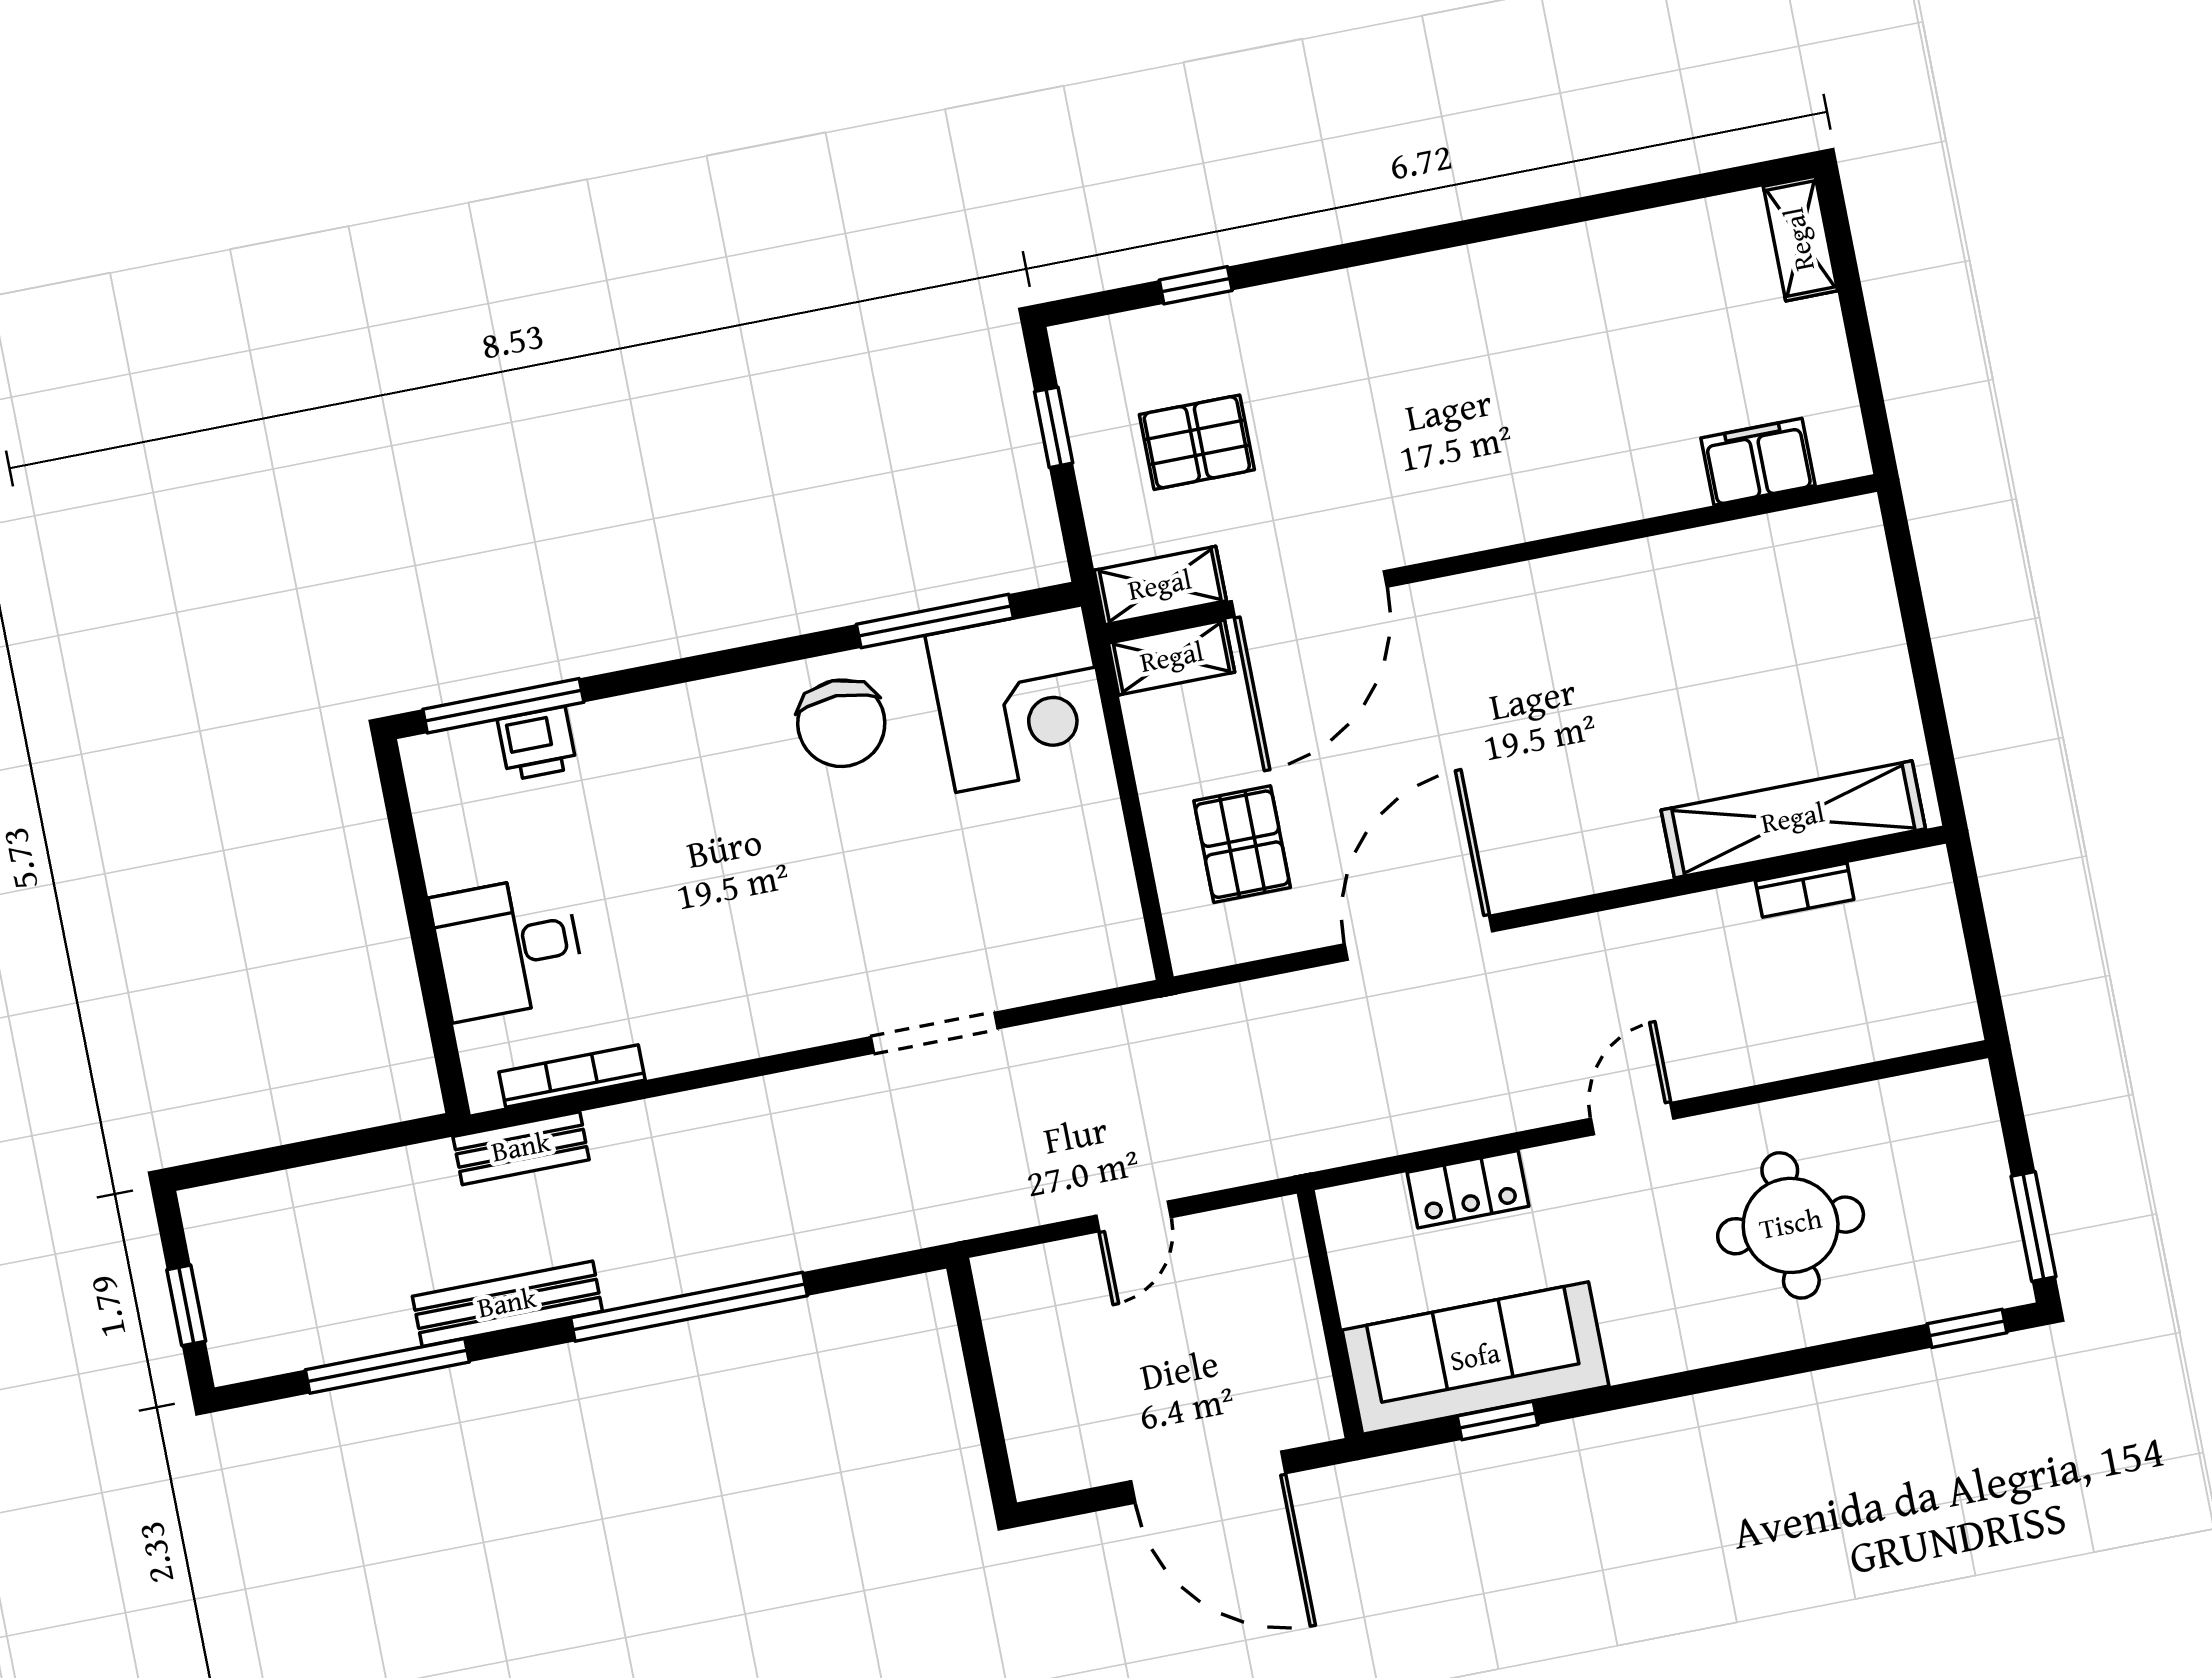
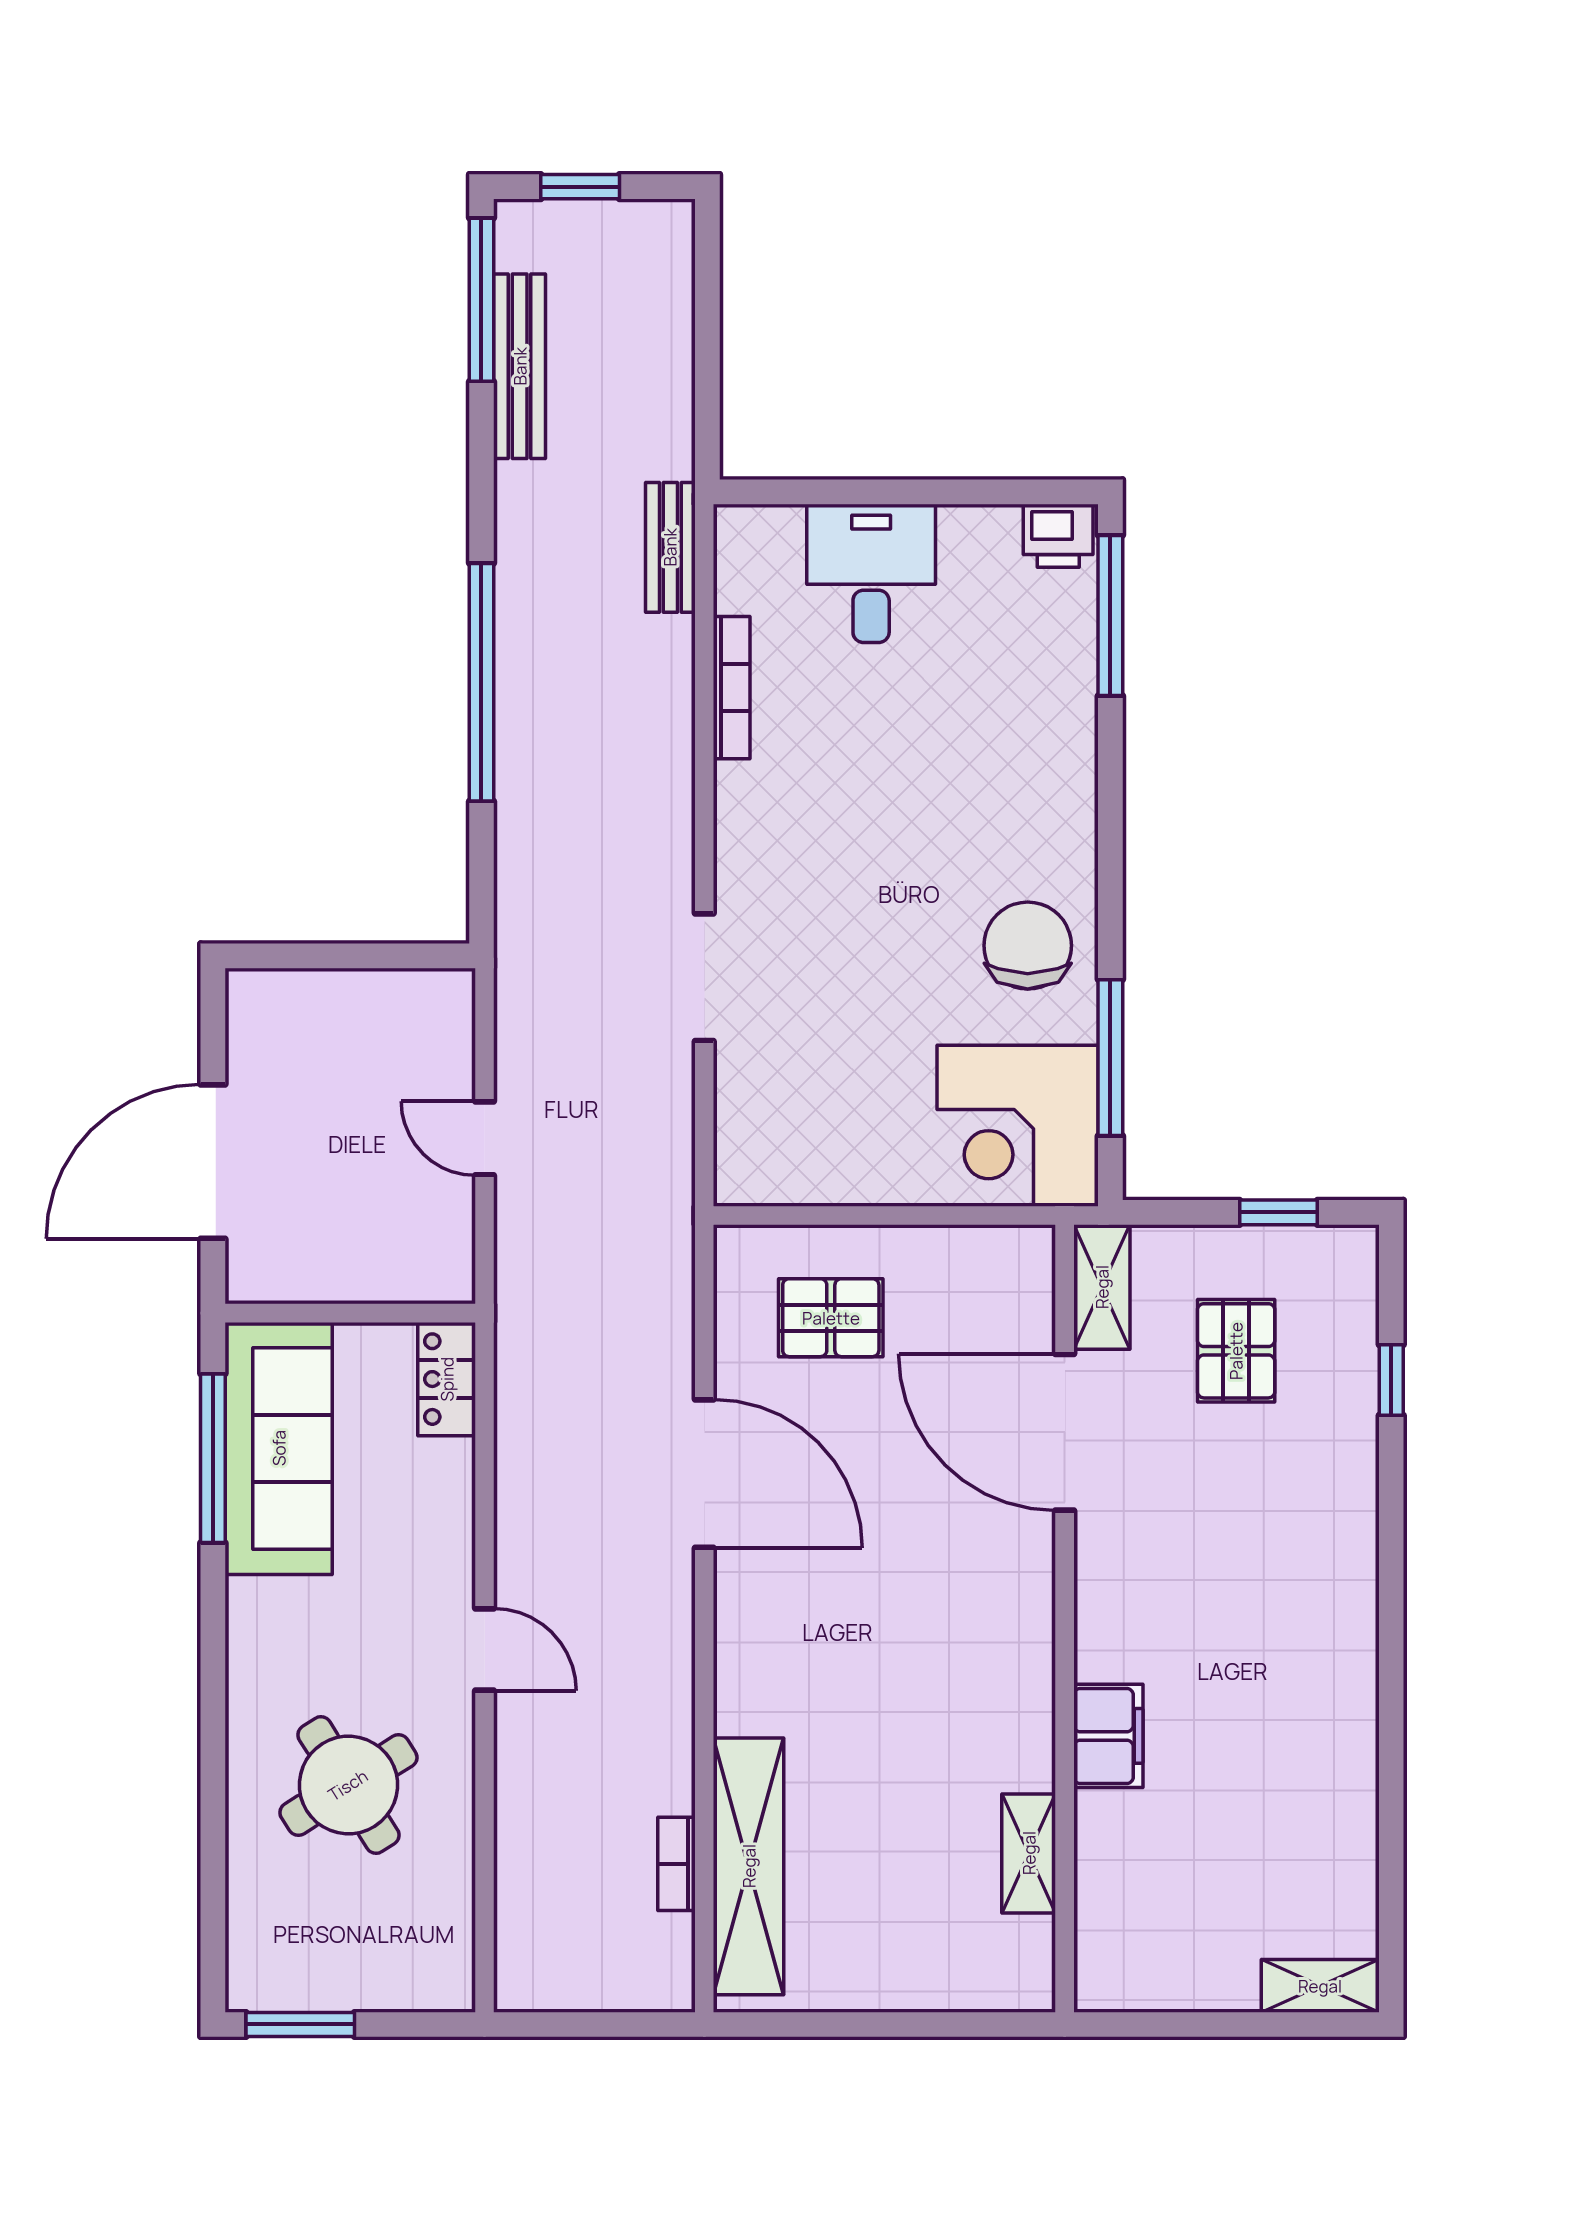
filing cabinet: (1758, 462) -> (1108, 1736), moved
shelving: (1172, 658) -> (1029, 1853), moved
chair: (841, 723) -> (1028, 946), turned 90
printer: (537, 744) -> (1058, 536), moved, turned -90
bookcase: (572, 1076) -> (732, 688), moved
locker: (1468, 1189) -> (447, 1379), moved
round table: (1791, 1225) -> (348, 1785), turned -32
bench: (507, 1304) -> (520, 366), moved
window: (1967, 1328) -> (213, 1939), removed
window: (387, 1366) -> (481, 300), moved
window: (1498, 1420) -> (213, 1458), width x2.17

